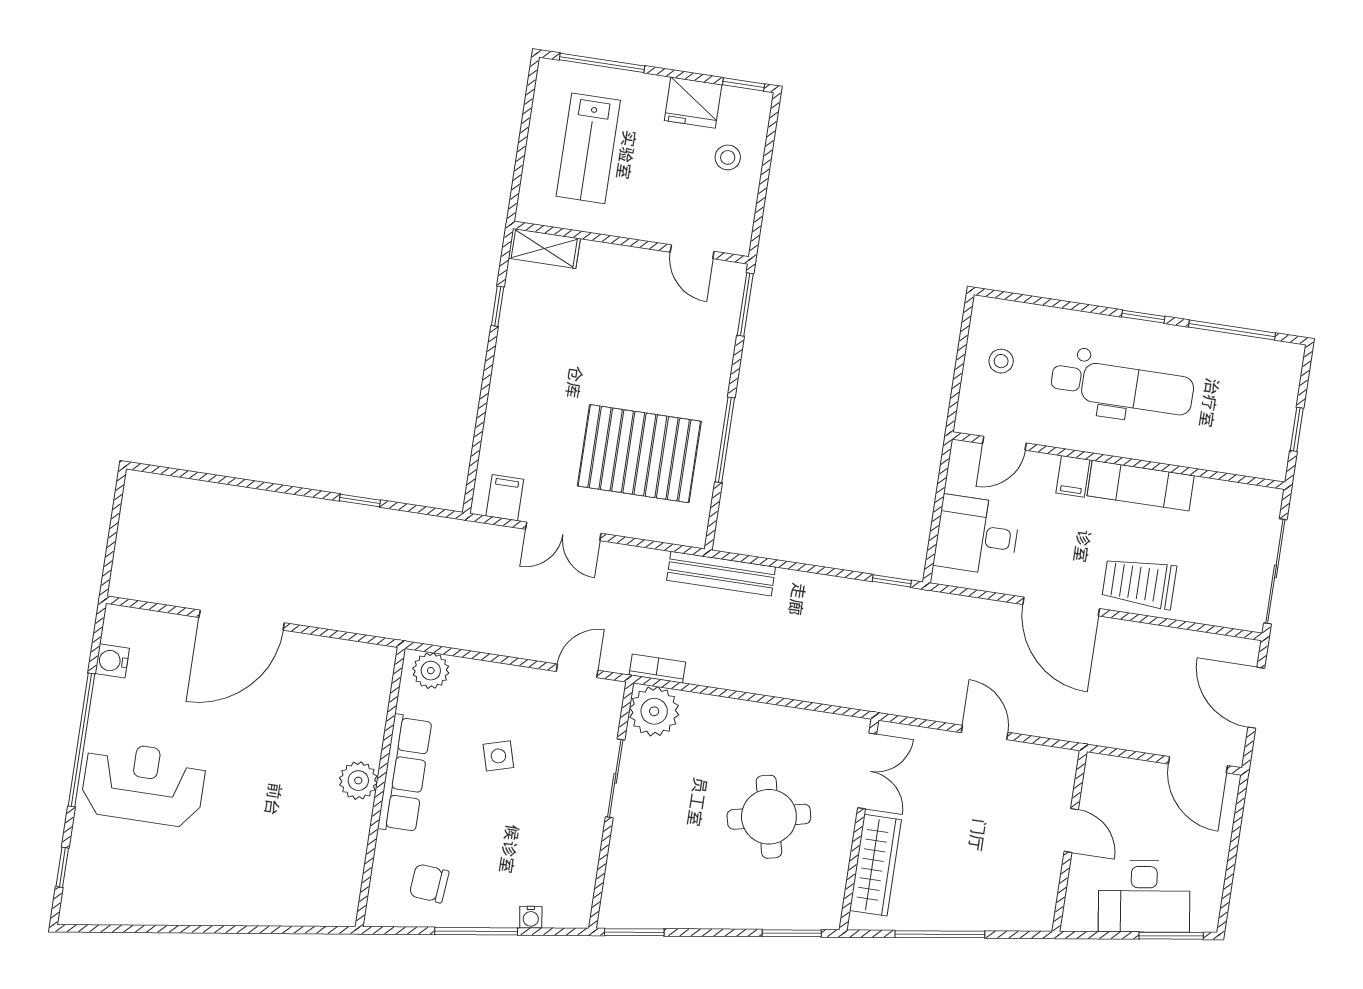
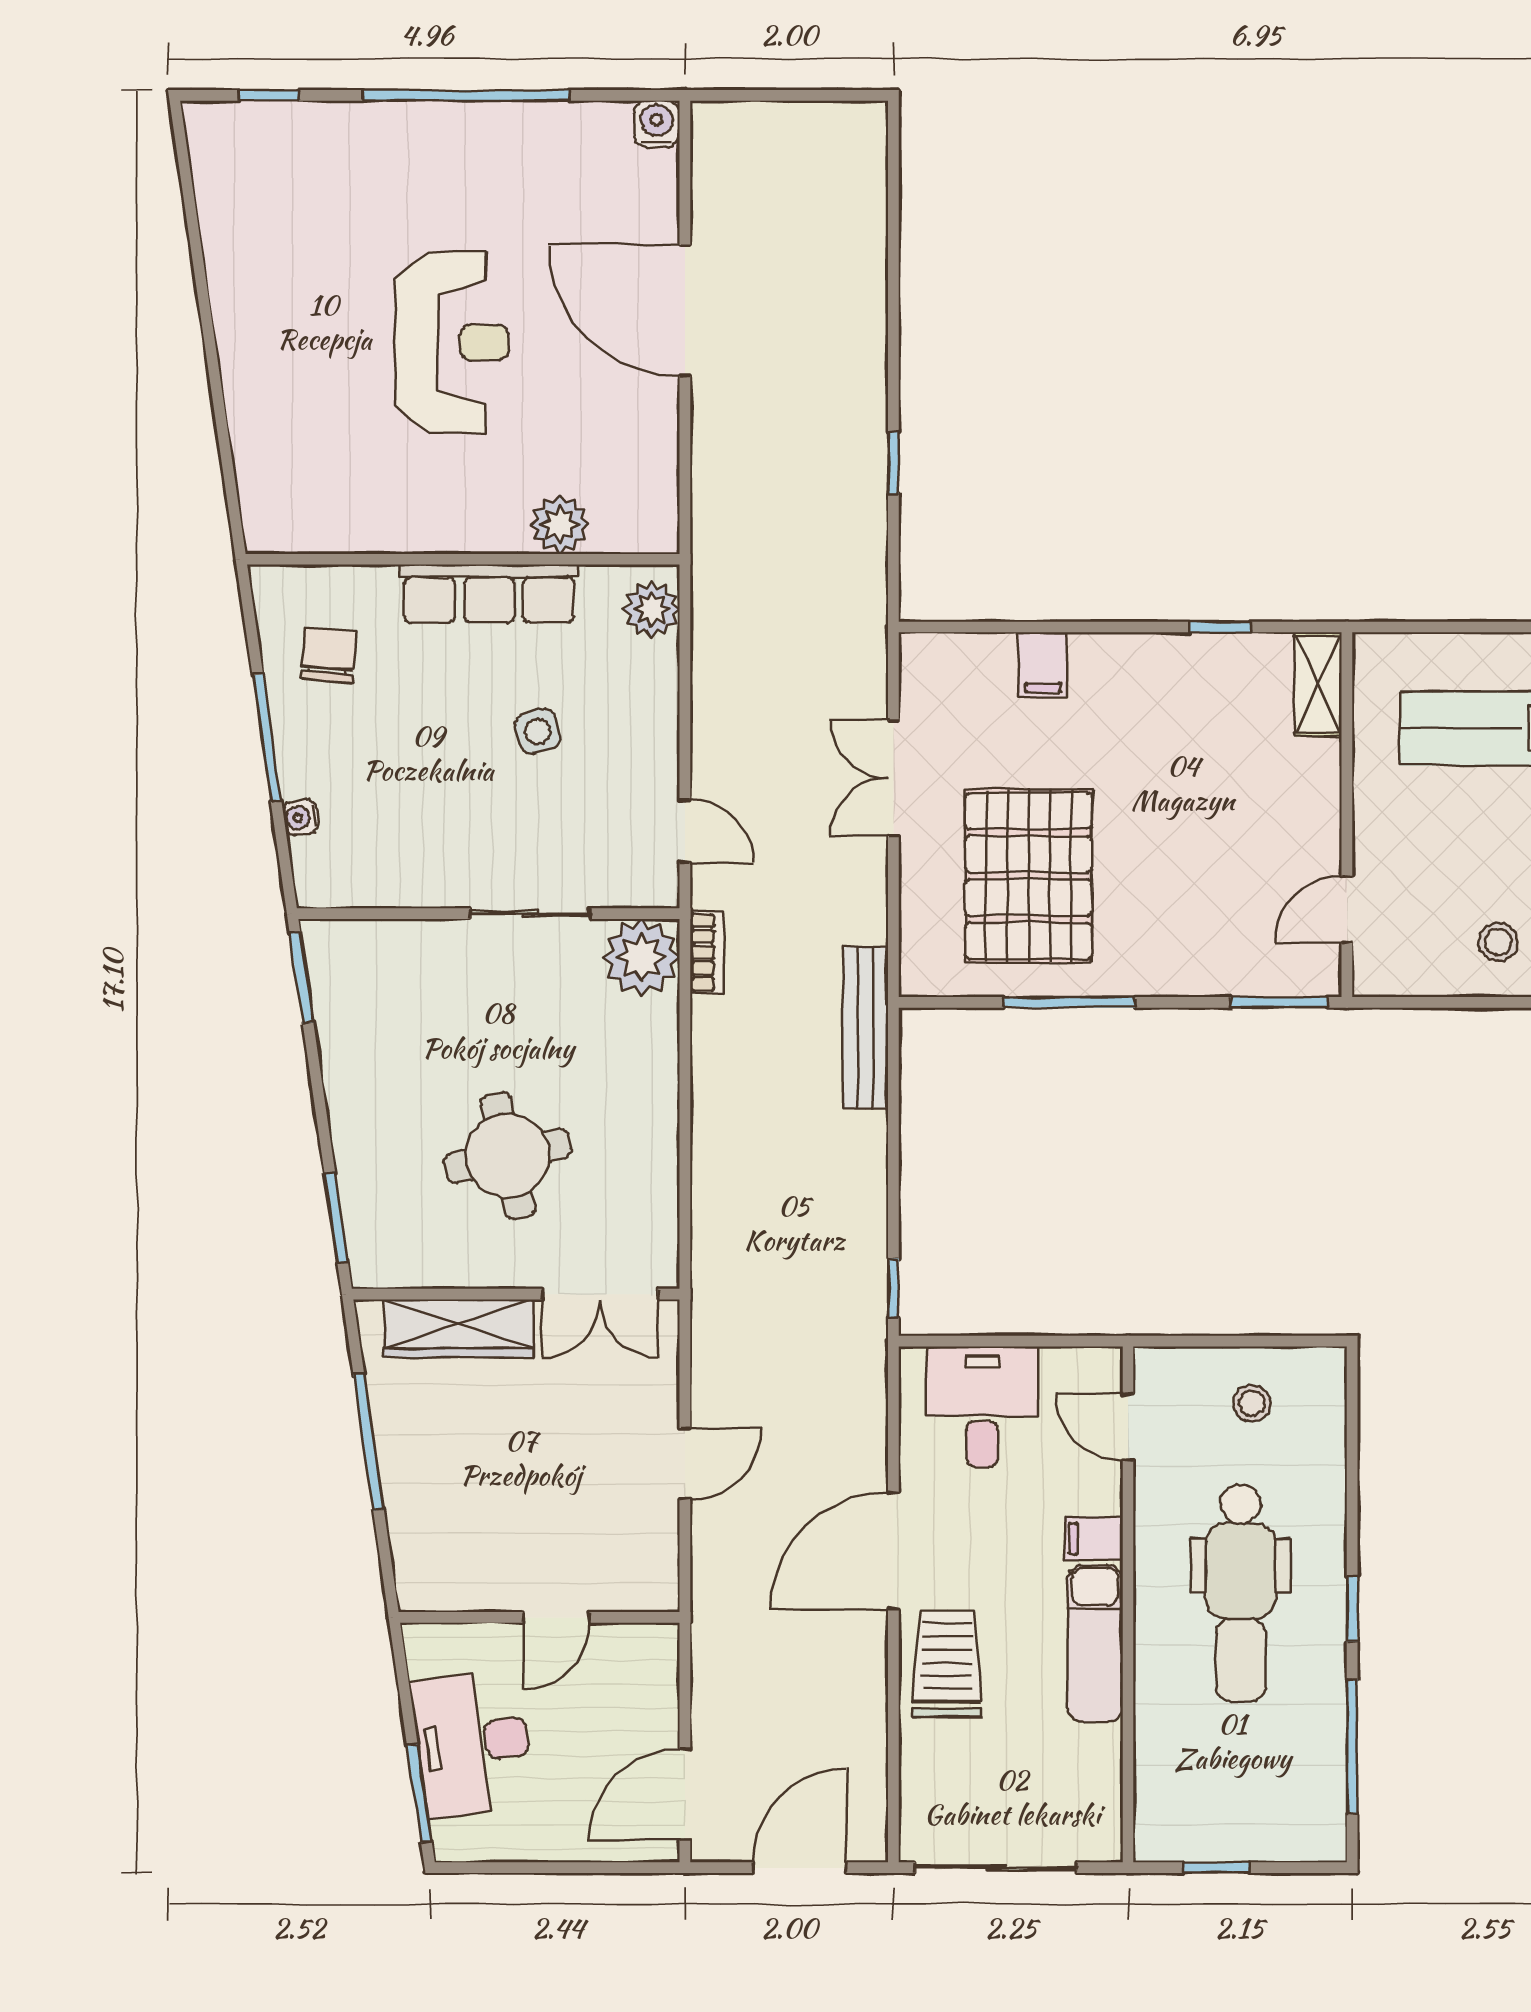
filing cabinet: (505, 498) -> (1043, 665), moved, turned 90
water cooler: (112, 661) -> (657, 124), moved
plant: (358, 781) -> (560, 524), moved
reception desk: (144, 784) -> (451, 342), moved

